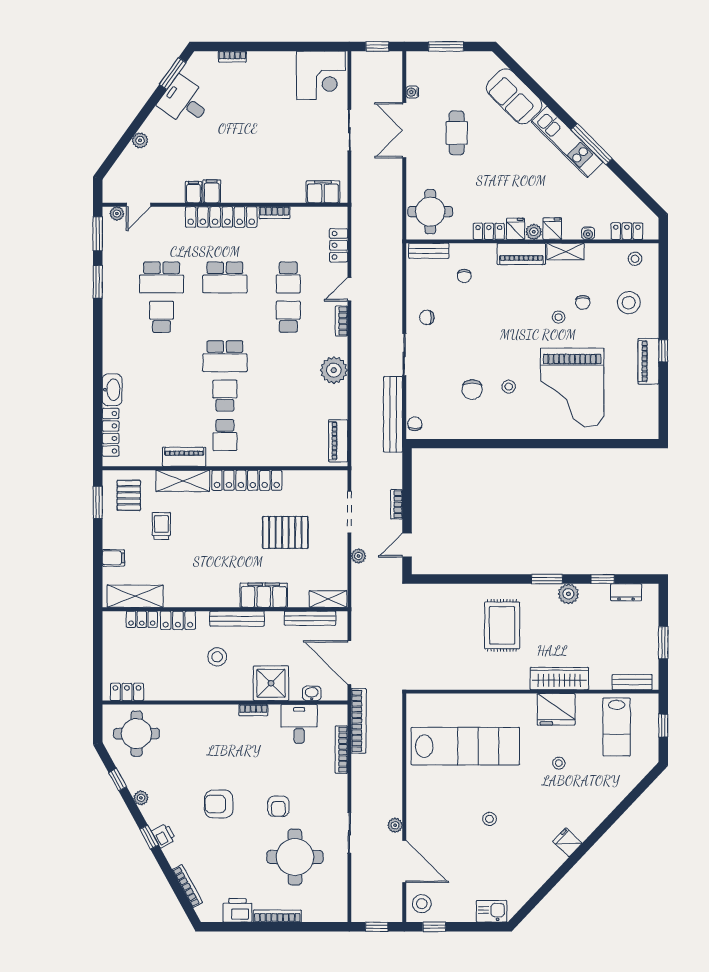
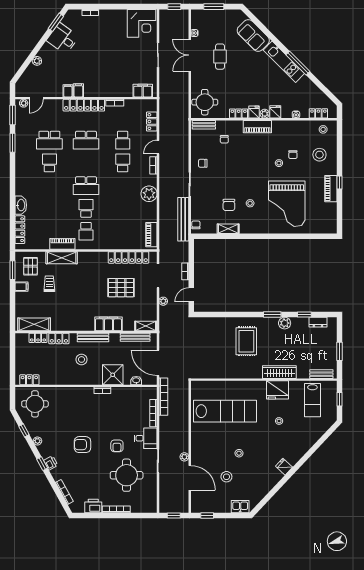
shelving: (565, 252) -> (228, 229), moved
locker: (247, 480) -> (128, 257), moved
filing cabinet: (113, 558) -> (22, 287), moved
desk: (299, 724) -> (146, 438), moved, turned 90
stool: (422, 904) -> (226, 477), moved

